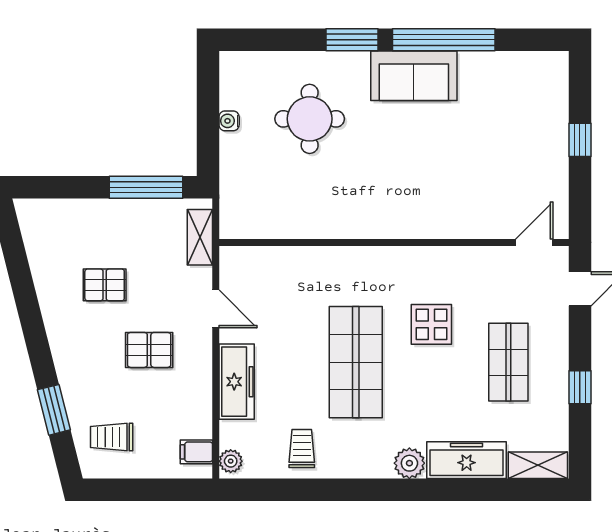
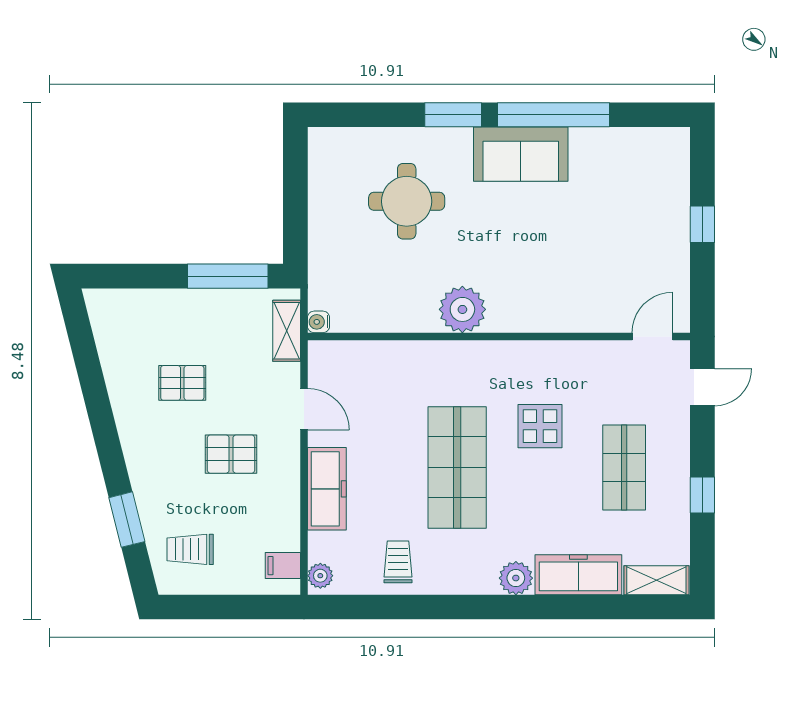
water cooler: (229, 121) -> (318, 322), moved
plant: (361, 218) -> (462, 309), added

